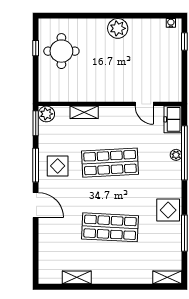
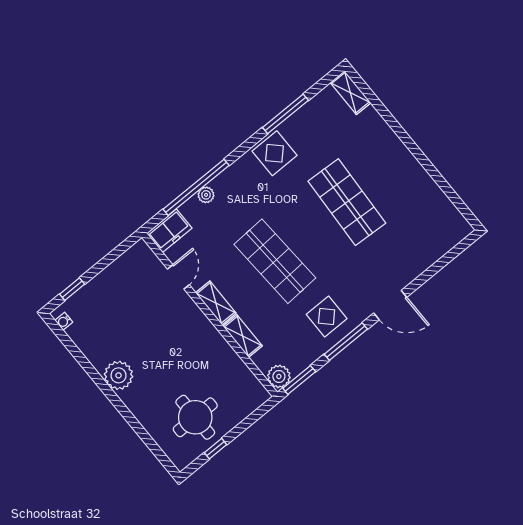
door: (36, 205) -> (390, 305), swing flipped
shelving: (77, 277) -> (216, 303), moved

